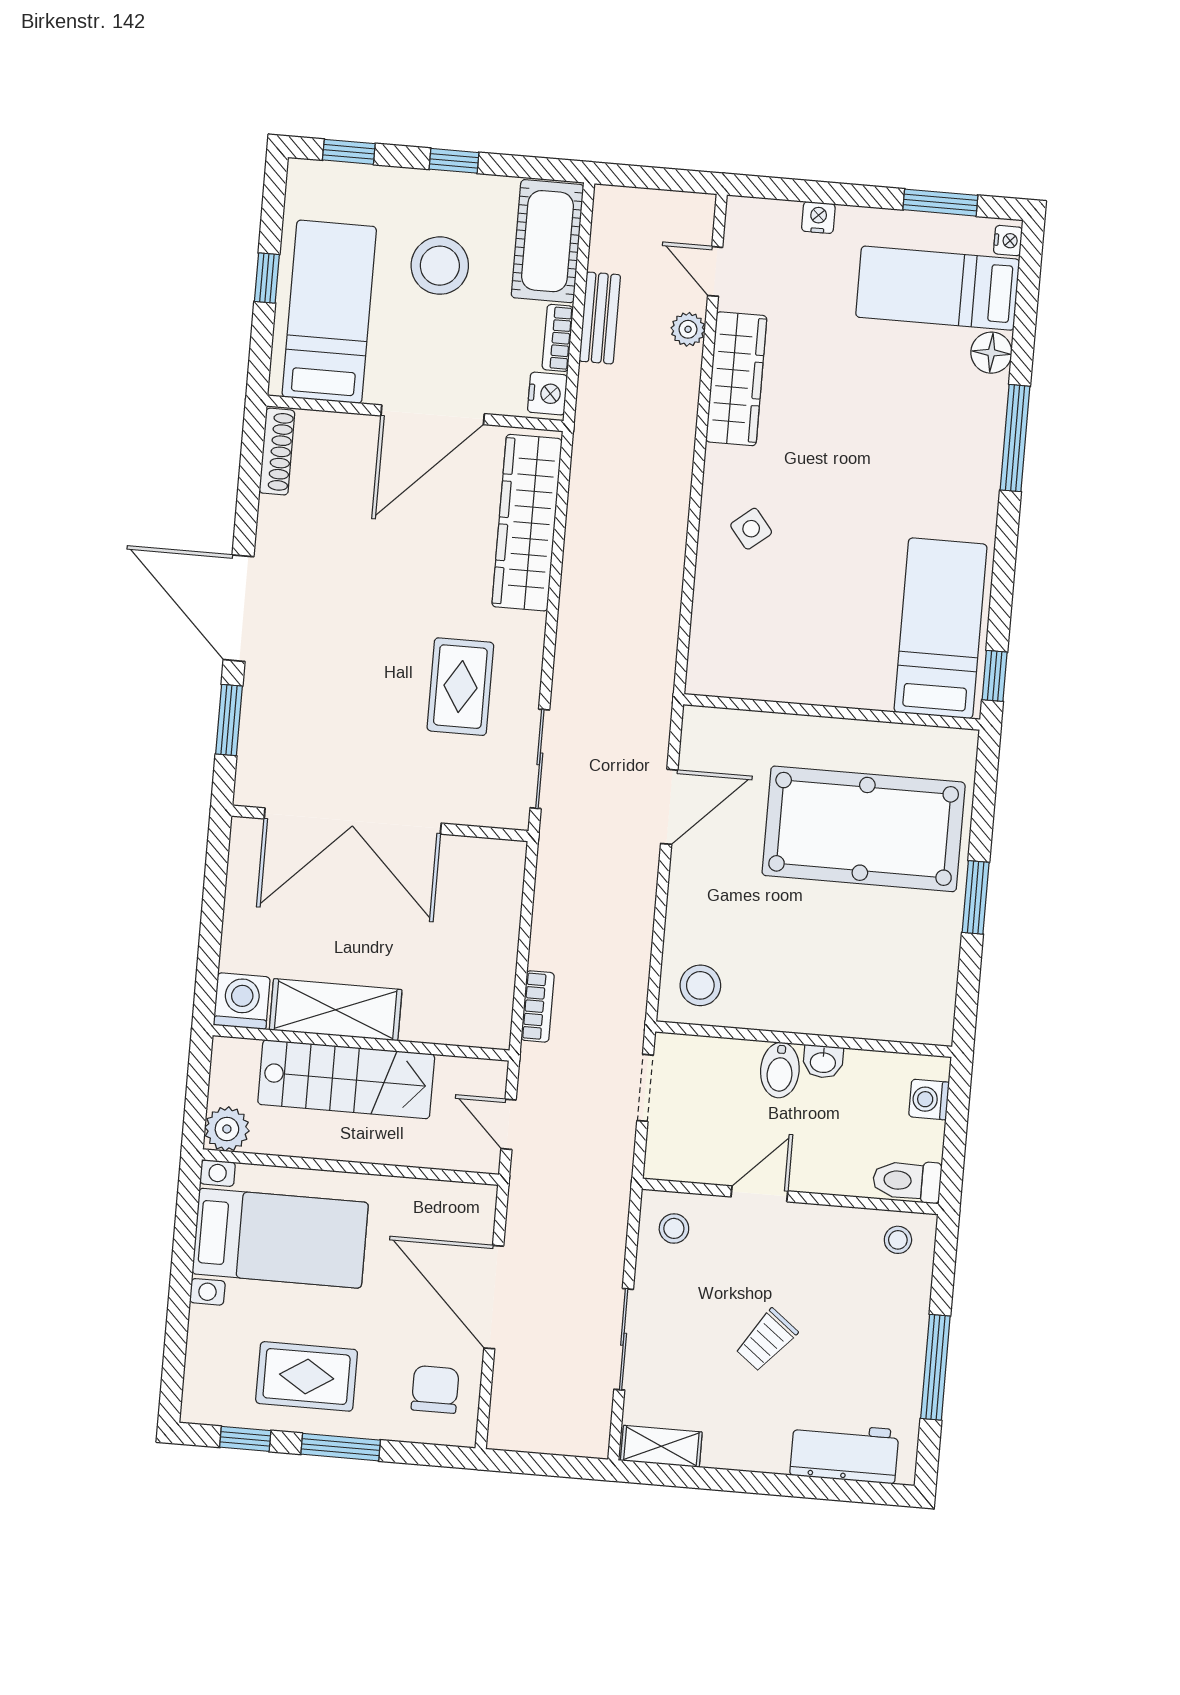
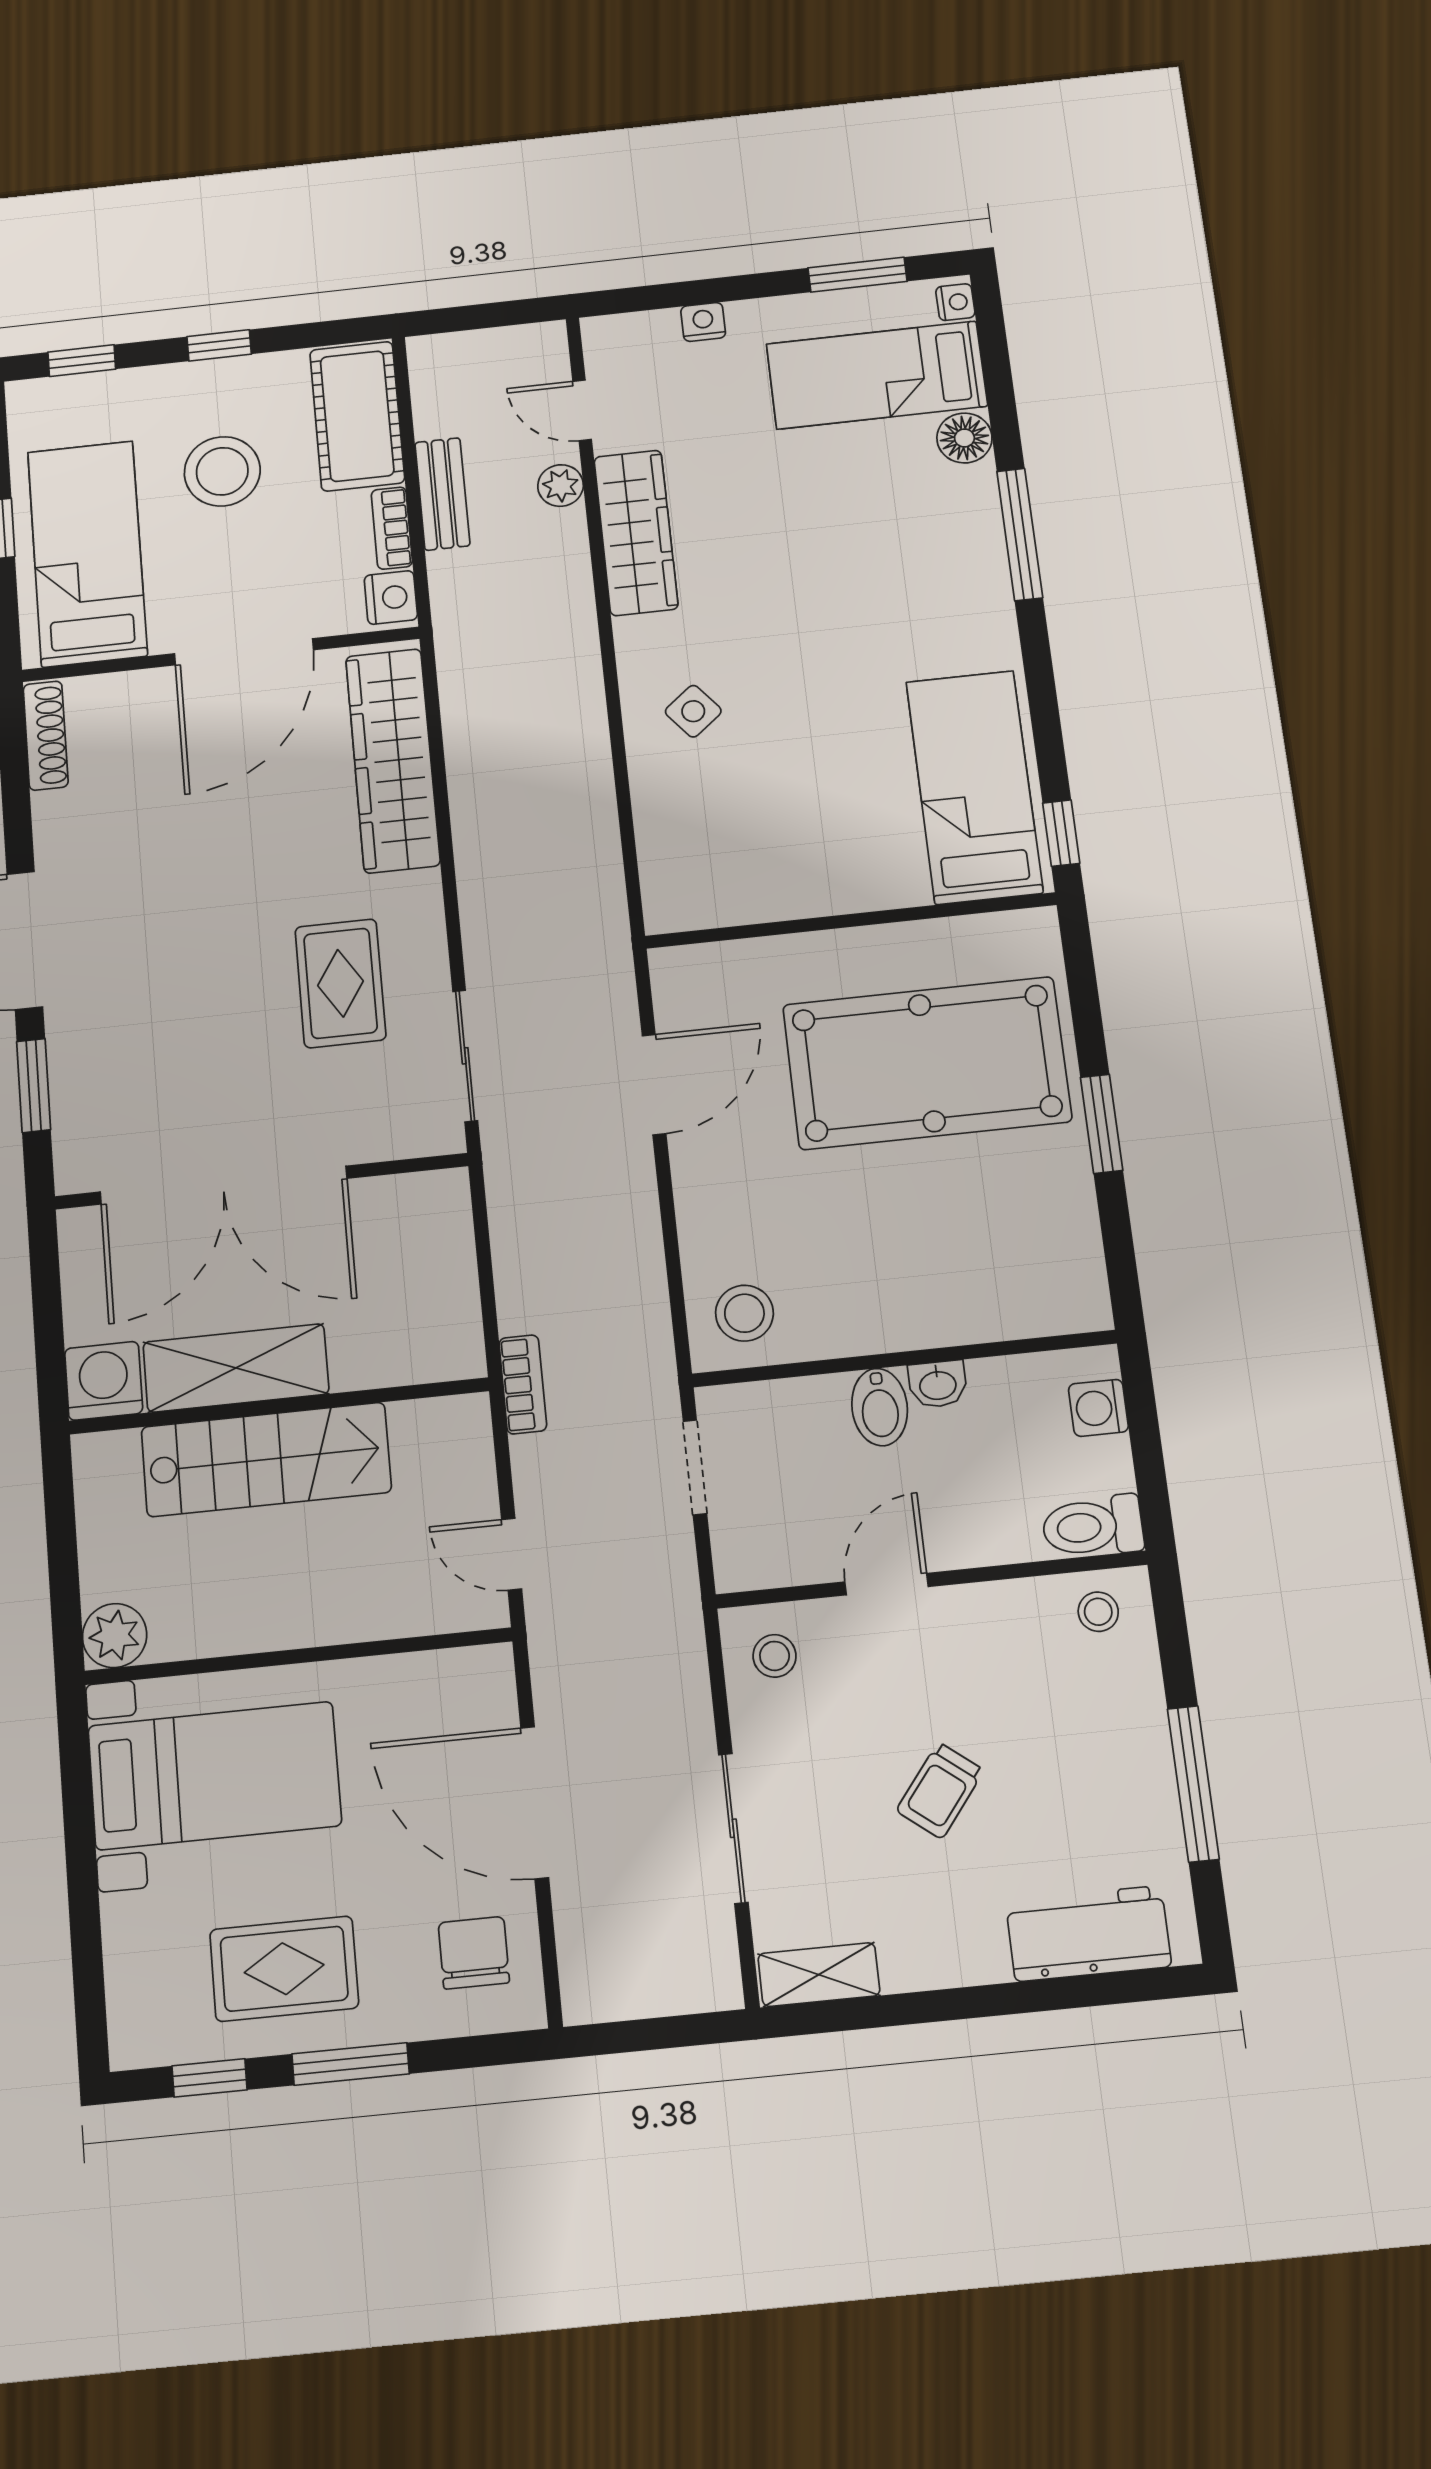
washing machine: (242, 1001) -> (104, 1381), moved
shelving: (336, 1010) -> (236, 1368), moved
wall: (361, 1043) -> (279, 1406), moved
stairs: (346, 1079) -> (266, 1460), moved

